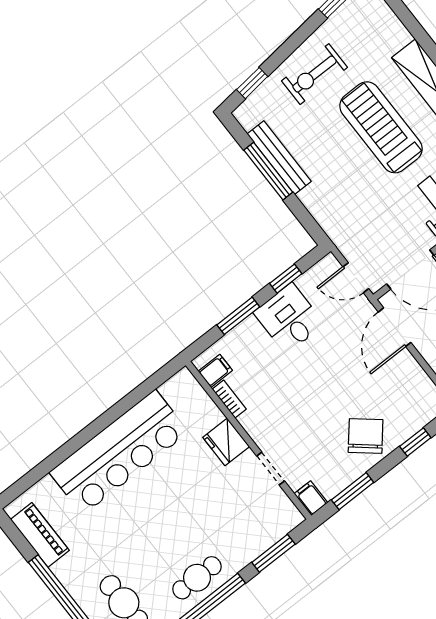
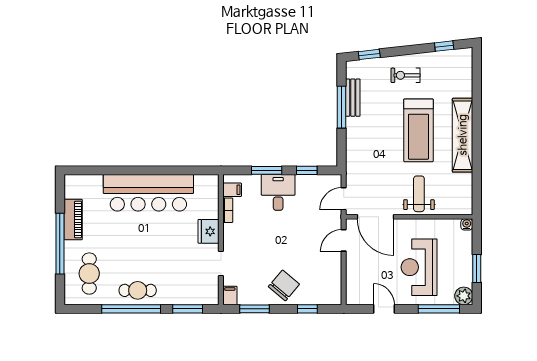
exercise bike: (315, 74) -> (406, 75), width x0.73, depth x0.72
treadmill: (381, 127) -> (418, 130), turned 180
bench: (279, 158) -> (353, 98), width x0.73
door: (356, 278) -> (344, 199), hinge flipped
desk: (289, 318) -> (278, 192), moved
door: (395, 327) -> (344, 240), width x0.73
piano: (40, 535) -> (73, 220), moved

